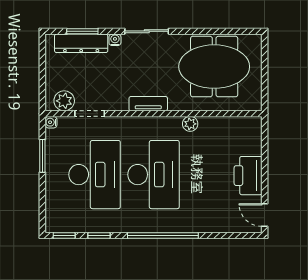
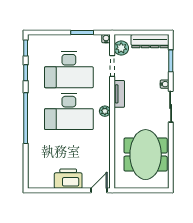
dresser: (81, 43) -> (150, 41), moved, turned -90
tv unit: (148, 104) -> (119, 94), moved
plant: (190, 124) -> (105, 111), moved
door: (265, 215) -> (99, 190), moved

